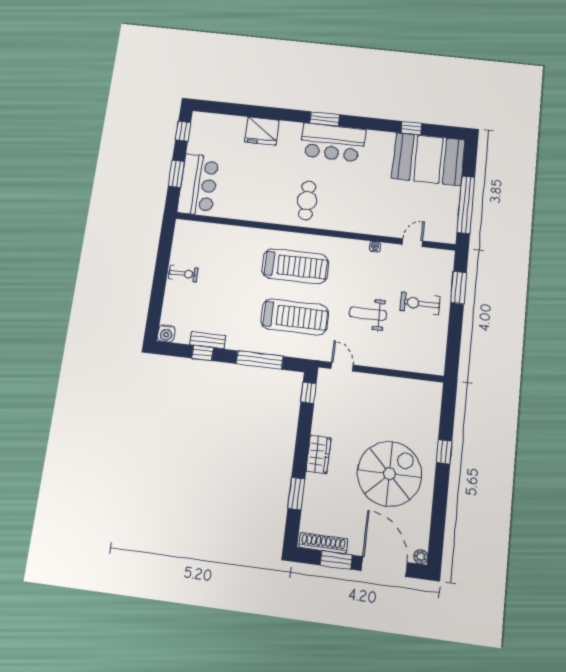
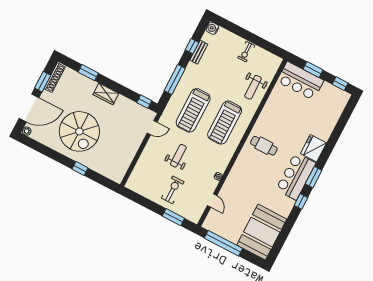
window: (411, 128) -> (301, 201), moved
fridge: (262, 131) -> (313, 148), moved
weight bench: (230, 245) -> (253, 87), added

